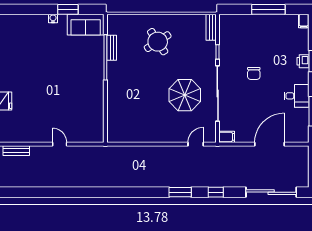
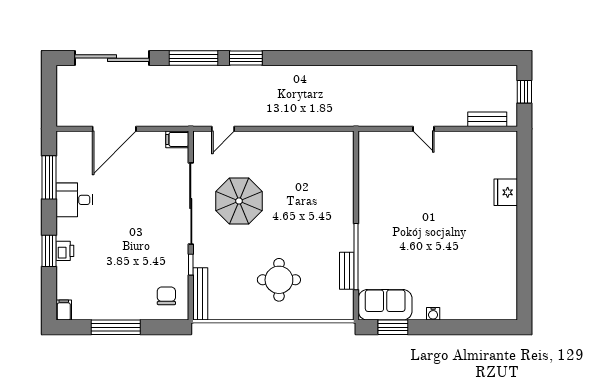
window: (68, 9) -> (393, 327), moved
bench: (211, 27) -> (200, 294), width x1.36
round table: (158, 42) -> (279, 280), turned 33
chair: (254, 73) -> (166, 296), moved
window: (216, 192) -> (194, 58), width x2.17

